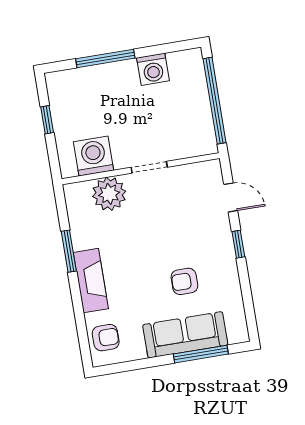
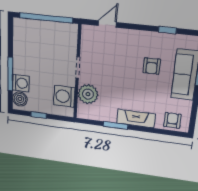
washing machine: (153, 69) -> (21, 83), moved
boiler: (66, 82) -> (20, 99), added
window: (238, 244) -> (167, 30), moved

